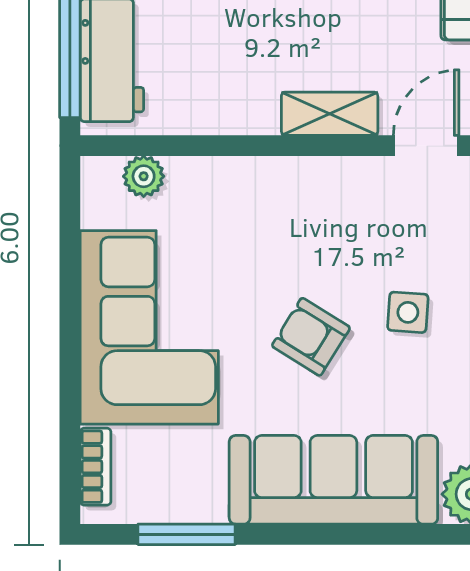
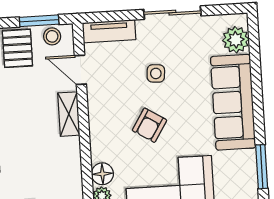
floor lamp: (192, 180) -> (102, 174), added
armchair: (311, 337) -> (149, 125), moved

